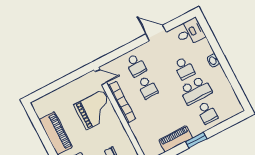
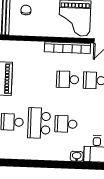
washbasin: (213, 60) -> (77, 156), moved

